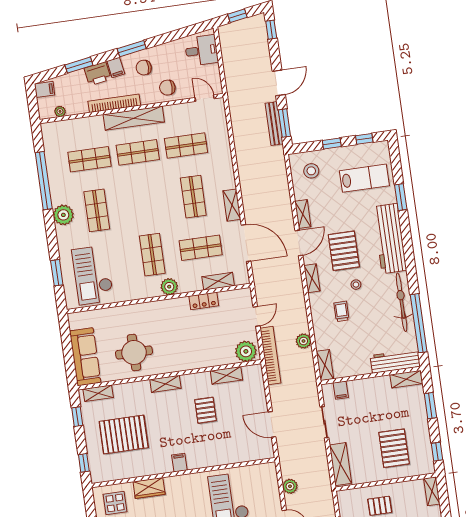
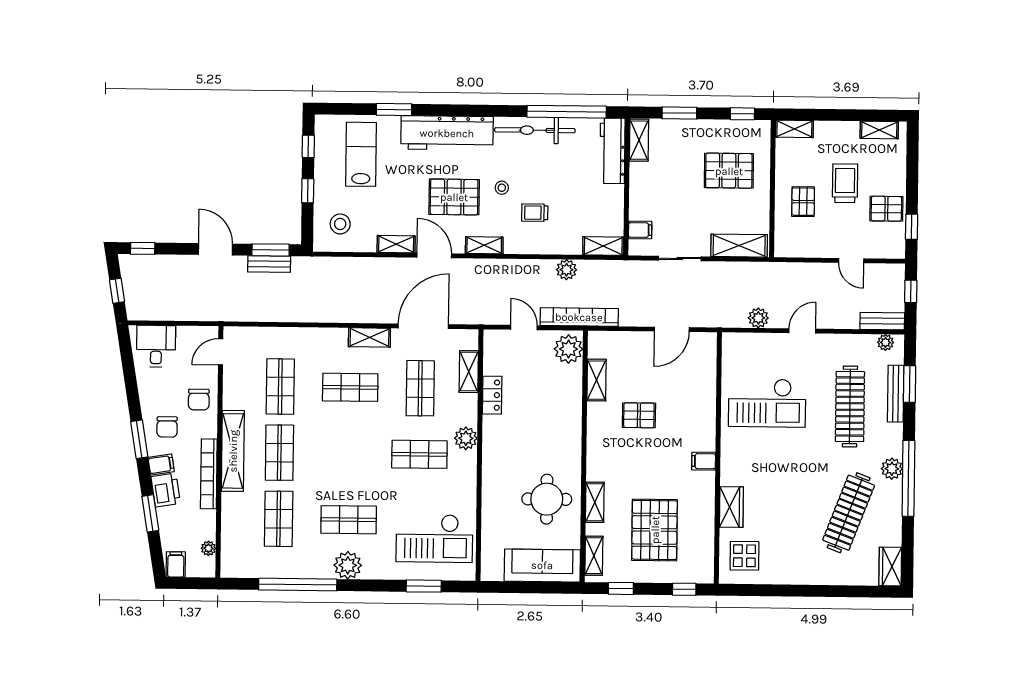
bench: (274, 124) -> (269, 264), width x0.73
shelving: (165, 384) -> (595, 502), moved

